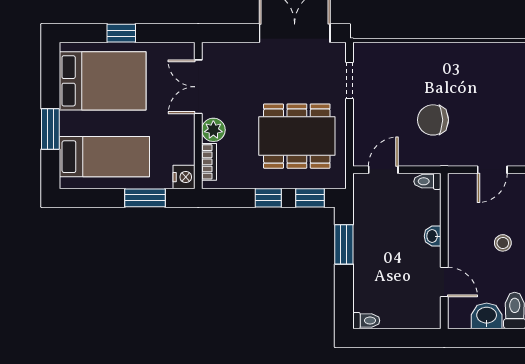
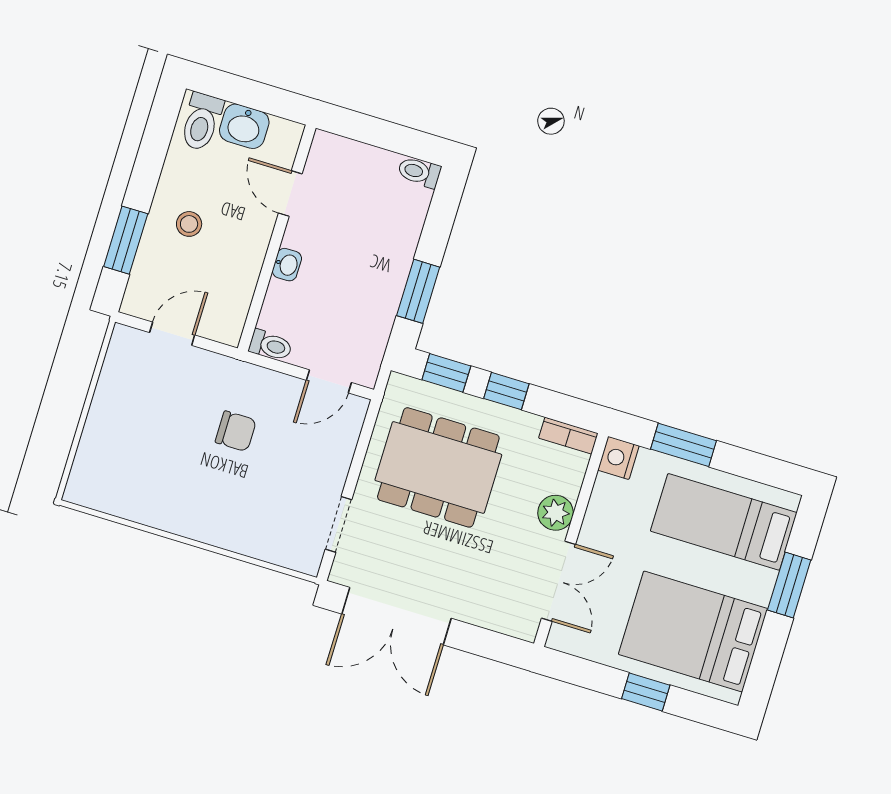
chair: (433, 120) -> (236, 431), width x0.73, depth x0.73
bookcase: (209, 162) -> (568, 436), moved, turned -90

